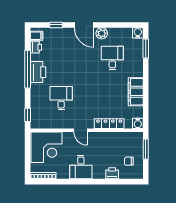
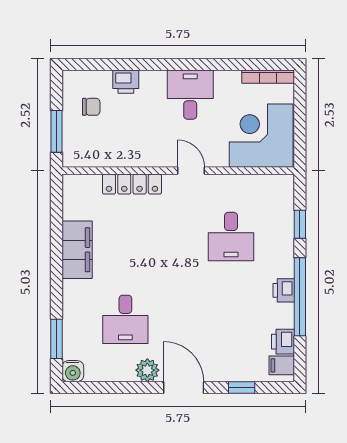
printer: (38, 72) -> (284, 290), width x0.53, depth x0.68
window: (28, 115) -> (300, 224), moved
water cooler: (138, 123) -> (73, 185), removed

